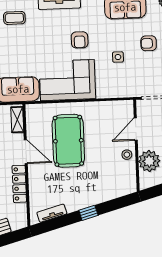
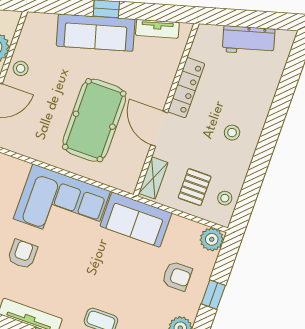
sofa: (89, 195) -> (96, 33), added

